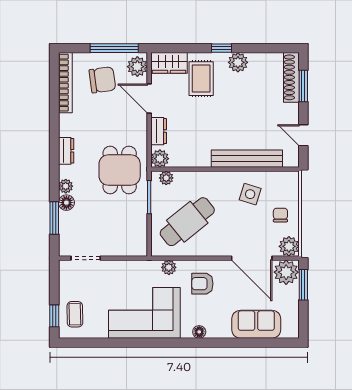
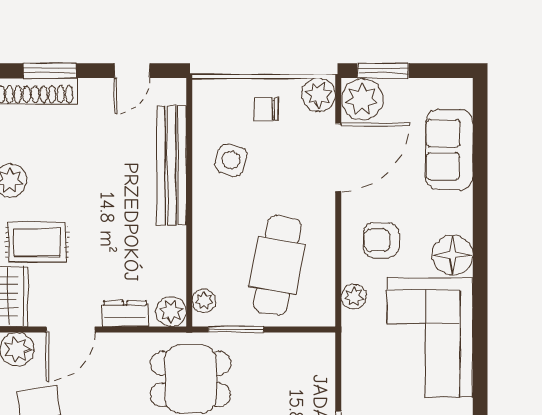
cafe table: (187, 222) -> (277, 265), turned 49
armchair: (202, 284) -> (381, 240), turned 90
floor lamp: (199, 332) -> (453, 255), width x1.89, depth x1.89

